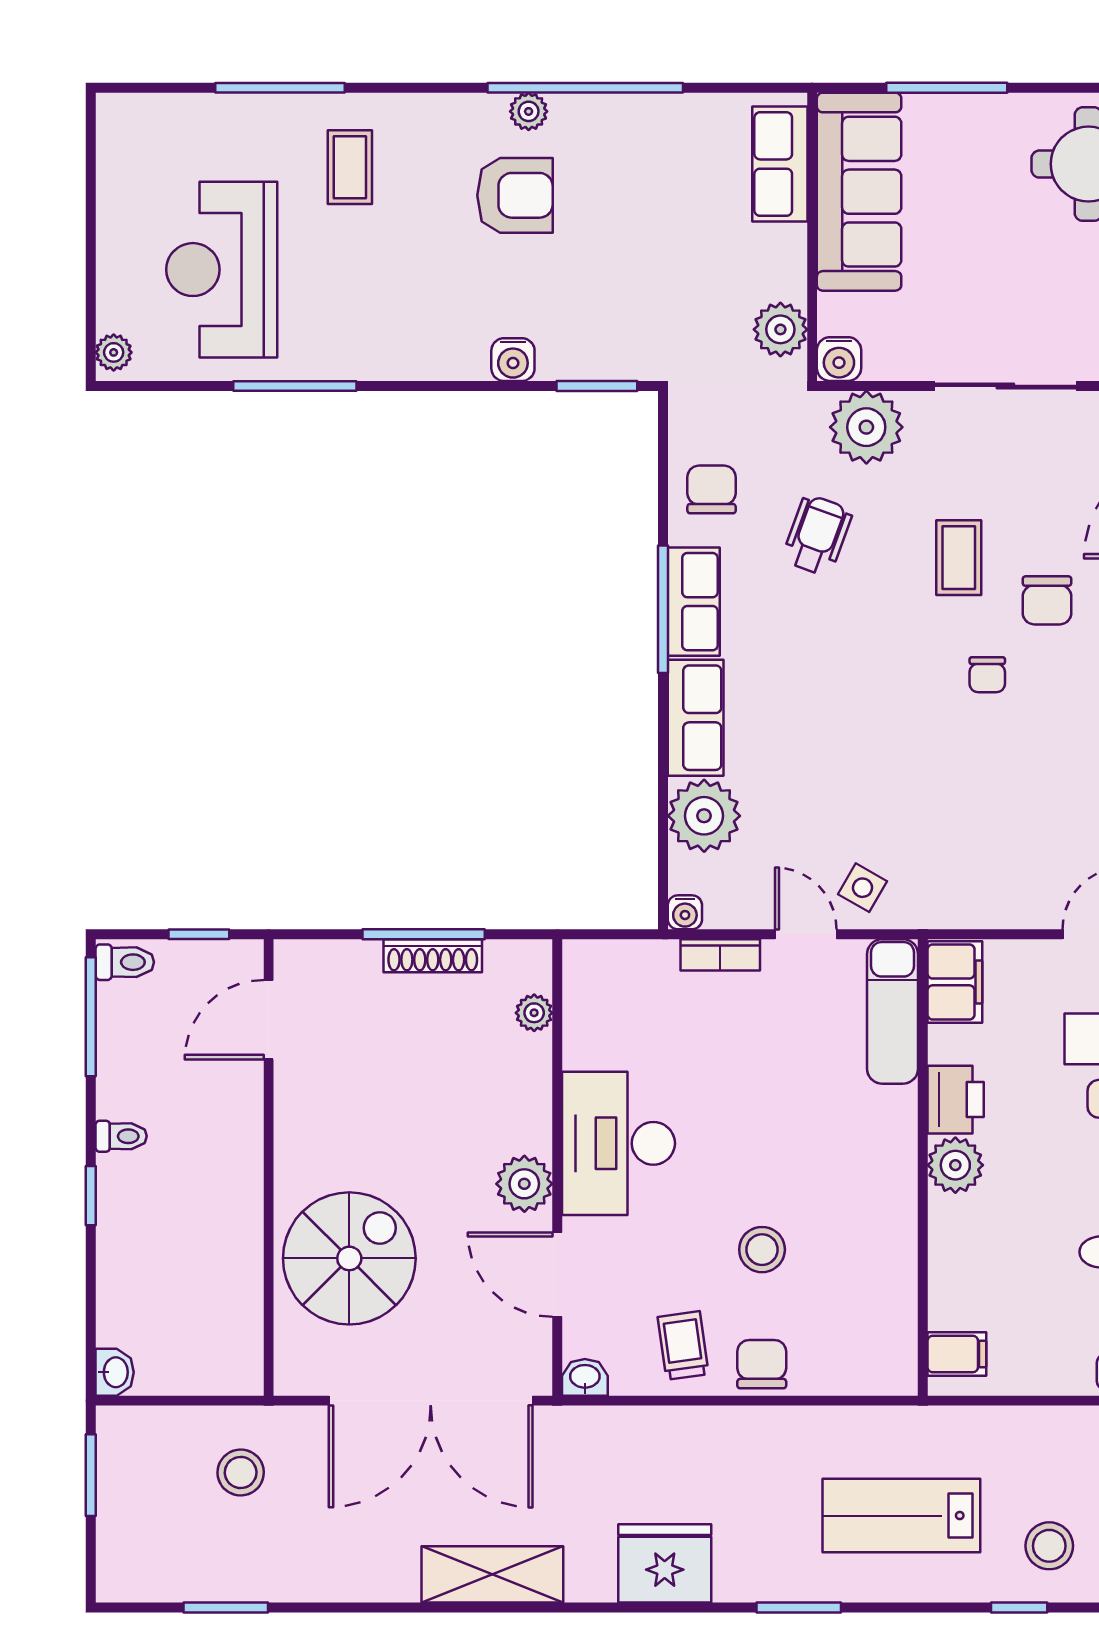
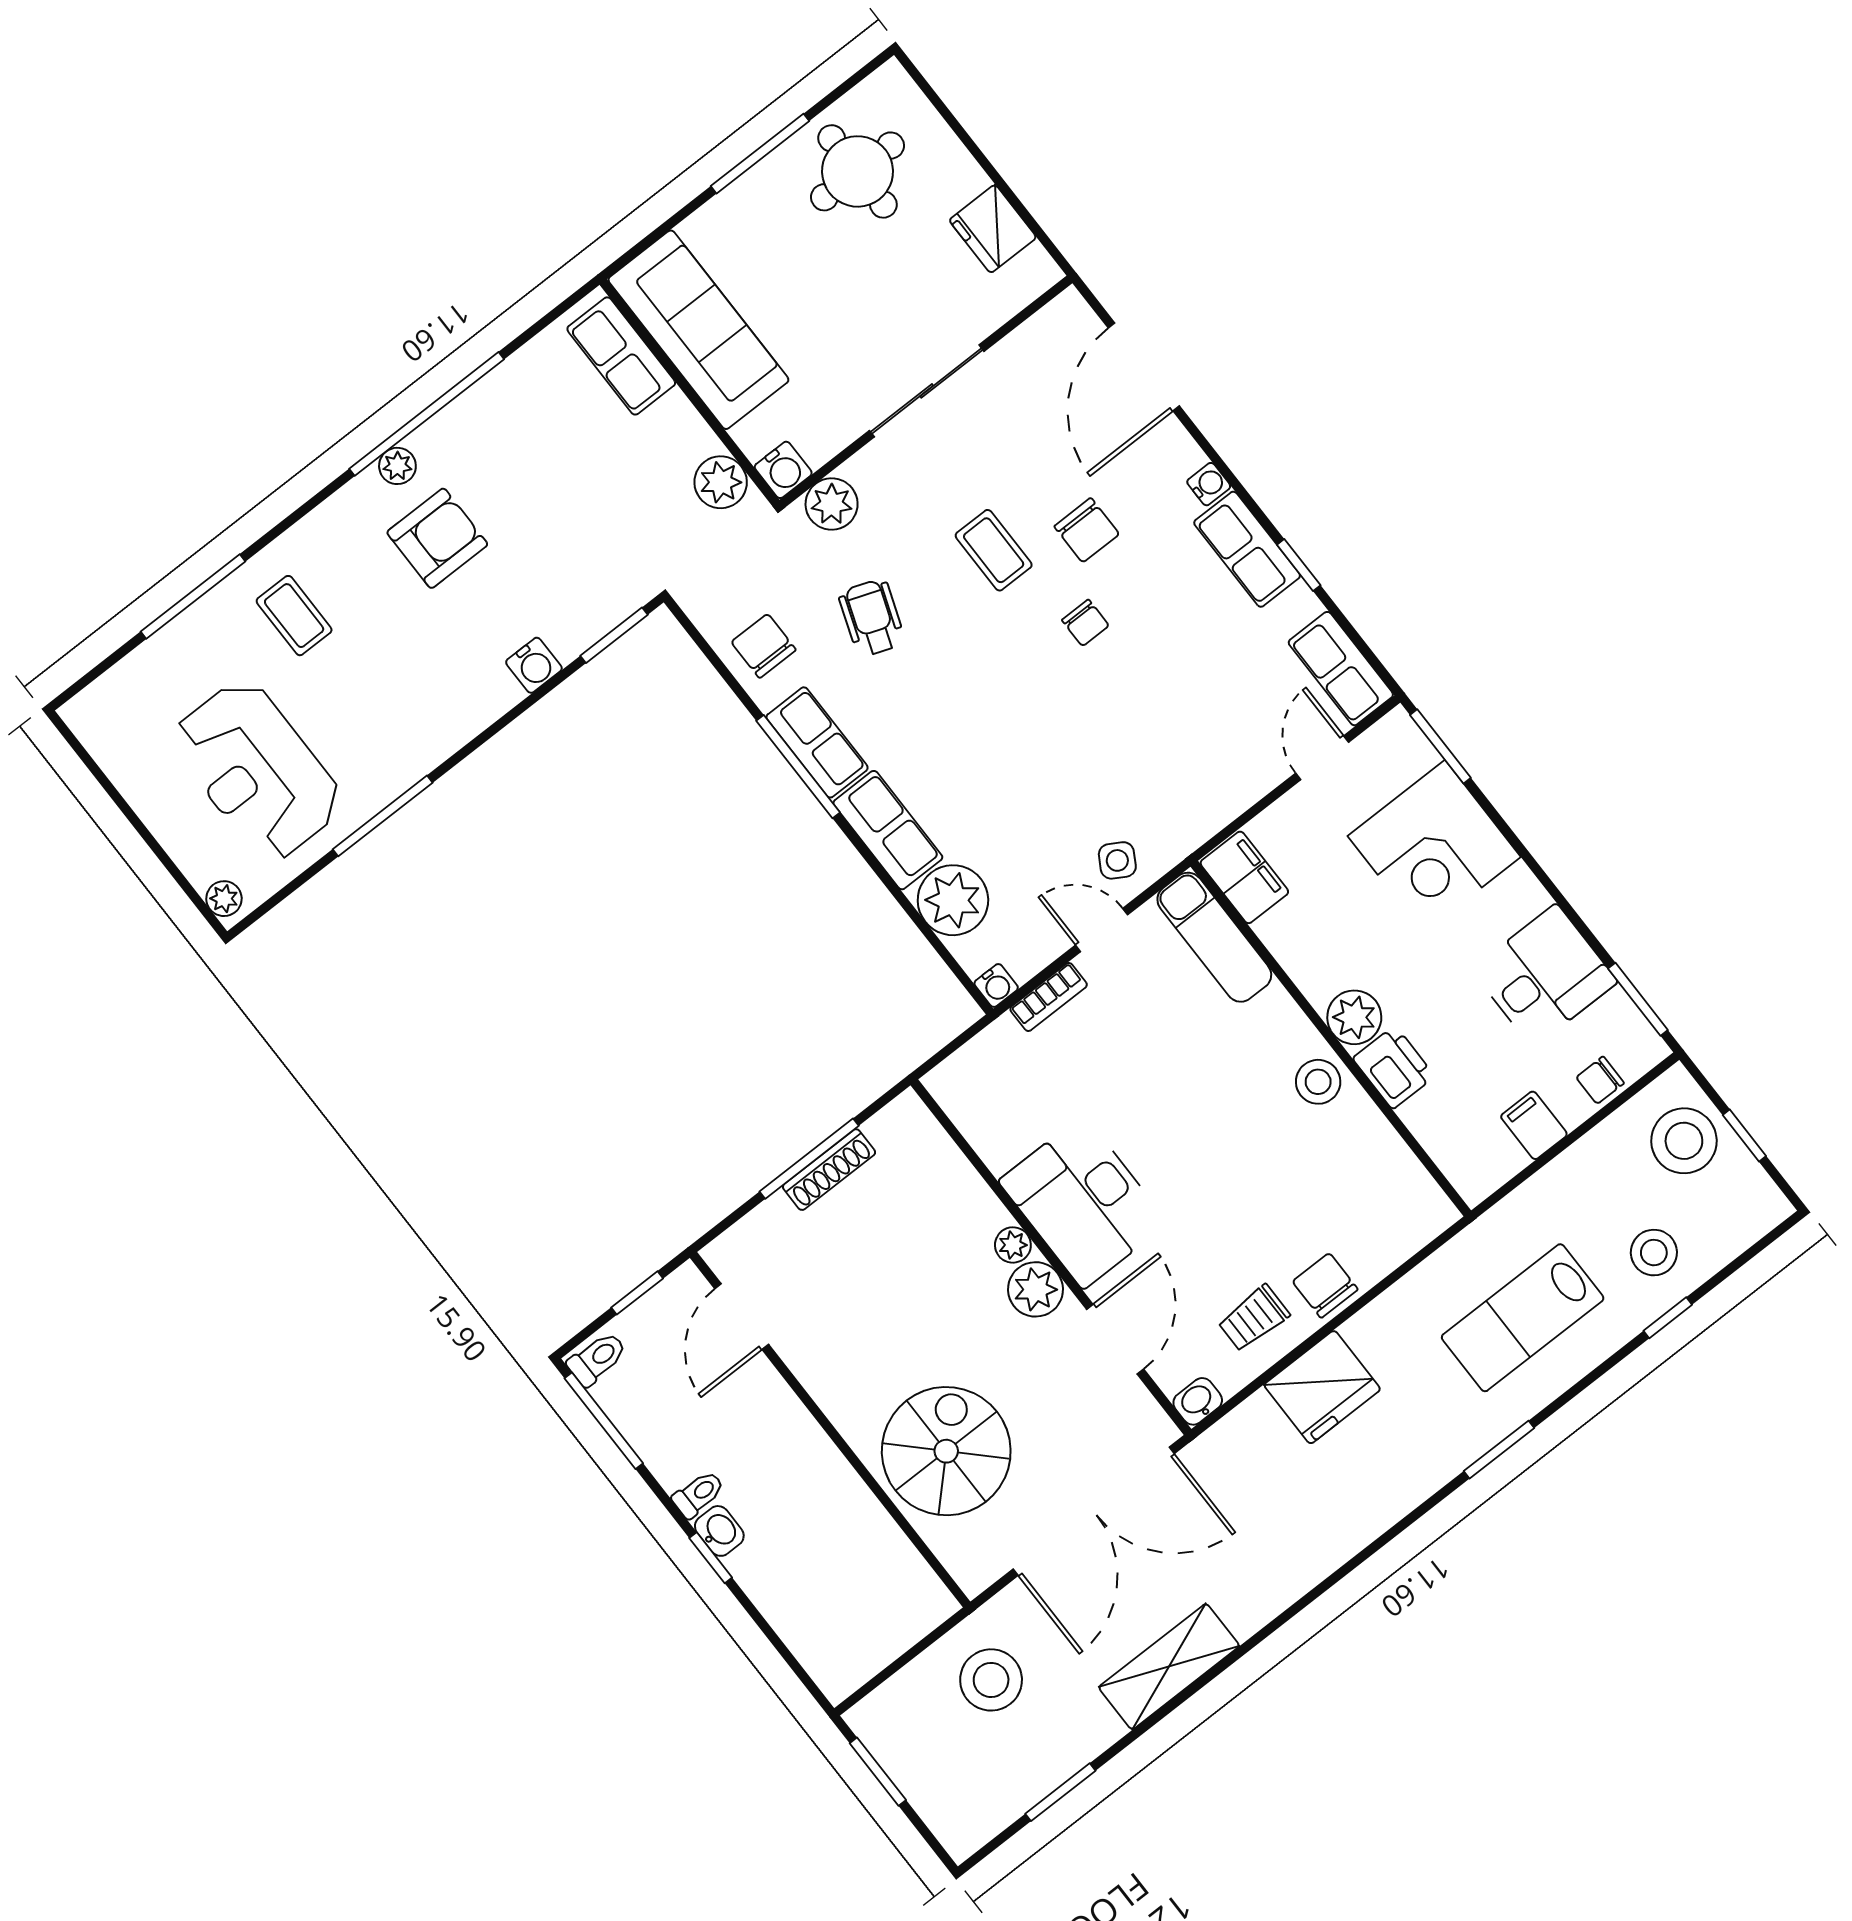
window: (947, 88) -> (760, 154), moved
plant: (866, 427) -> (832, 504), width x0.73, depth x0.73
plant: (534, 1013) -> (1013, 1245), moved
printer: (956, 1100) -> (1394, 1067), moved
stool: (762, 1250) -> (1318, 1082), moved
door: (557, 1275) -> (1115, 1339), swing flipped
trolley: (683, 1345) -> (1254, 1318), turned -82
filing cabinet: (957, 1354) -> (1534, 1125), moved, turned -90
washbasin: (115, 1372) -> (719, 1531), moved
stool: (241, 1472) -> (991, 1680), width x1.38, depth x1.38
fridge: (665, 1563) -> (1322, 1387), moved, turned 180
shelving: (492, 1574) -> (1169, 1667), moved

